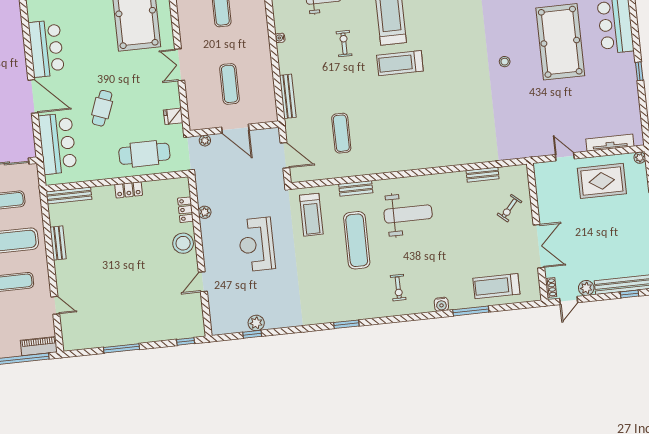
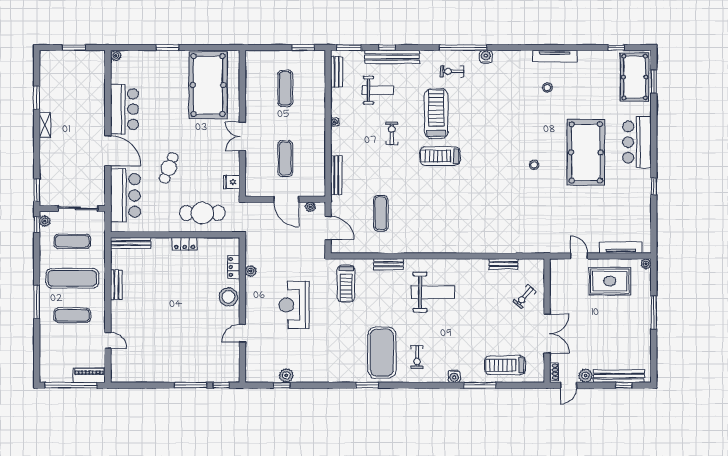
plant: (205, 141) -> (310, 207), moved
exercise mat: (357, 240) -> (382, 353), moved, width x1.47
window: (121, 348) -> (191, 385), moved

